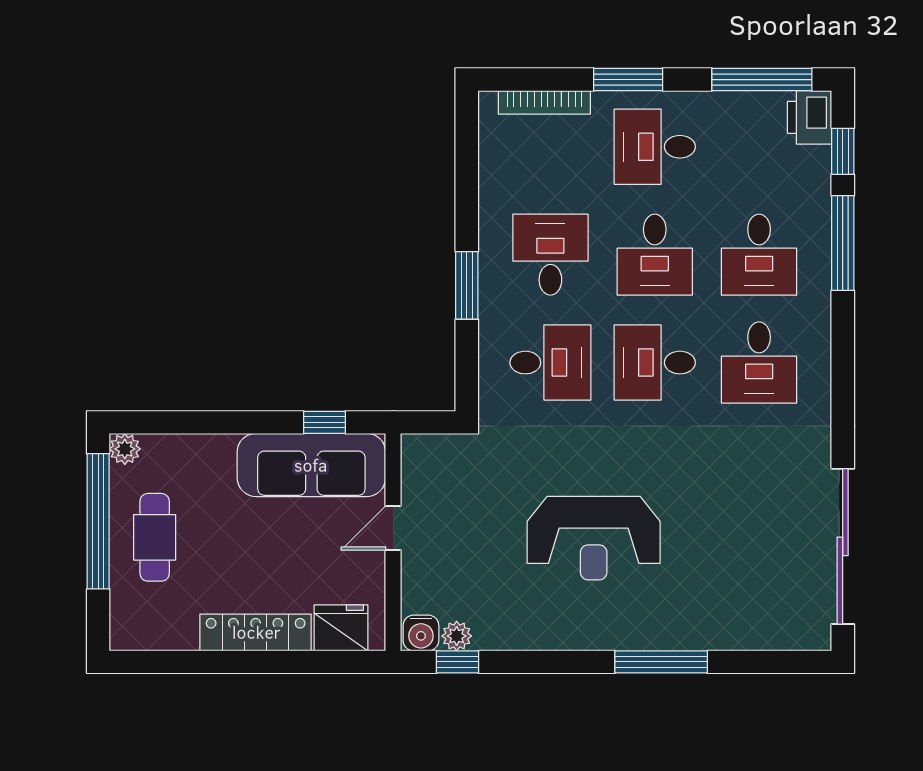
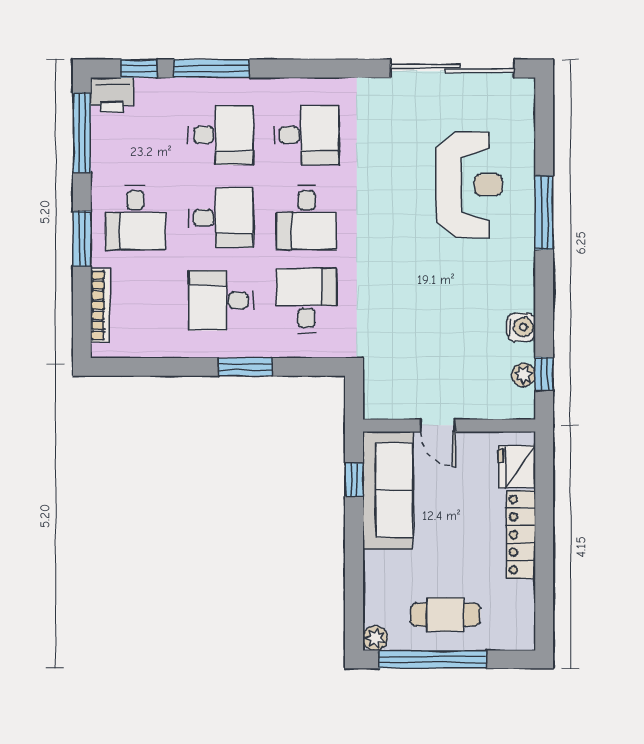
reception desk: (594, 538) -> (469, 185), moved
water cooler: (421, 633) -> (521, 327), moved

